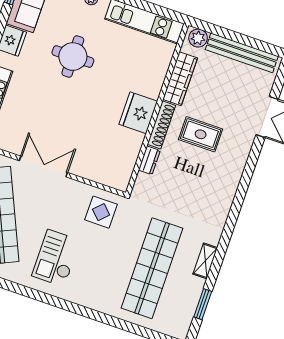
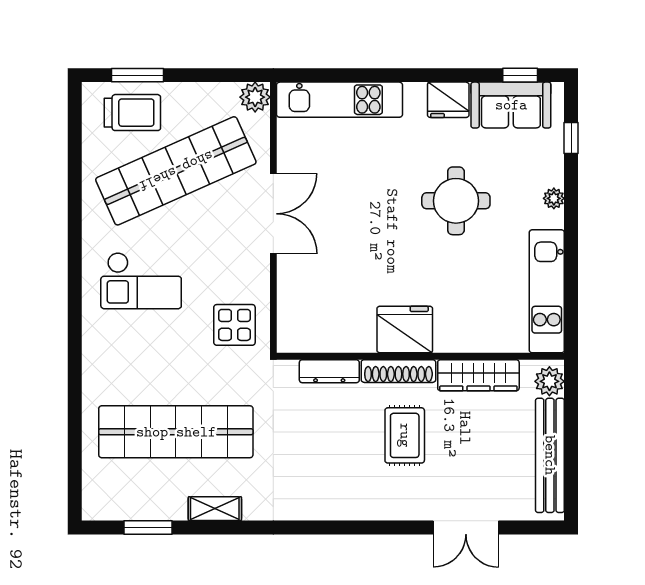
dresser: (149, 160) -> (329, 371), width x1.44
checkout: (56, 258) -> (141, 281), turned 180

